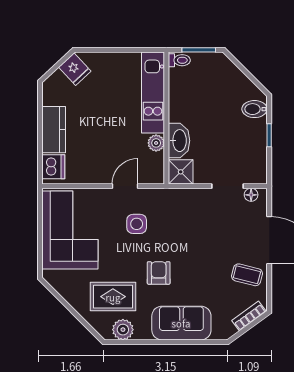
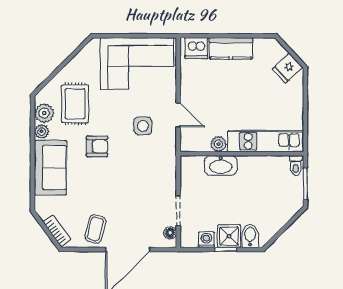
washing machine: (259, 156) -> (206, 240), added
shower: (181, 172) -> (229, 236), moved
plant: (143, 332) -> (42, 132), added

